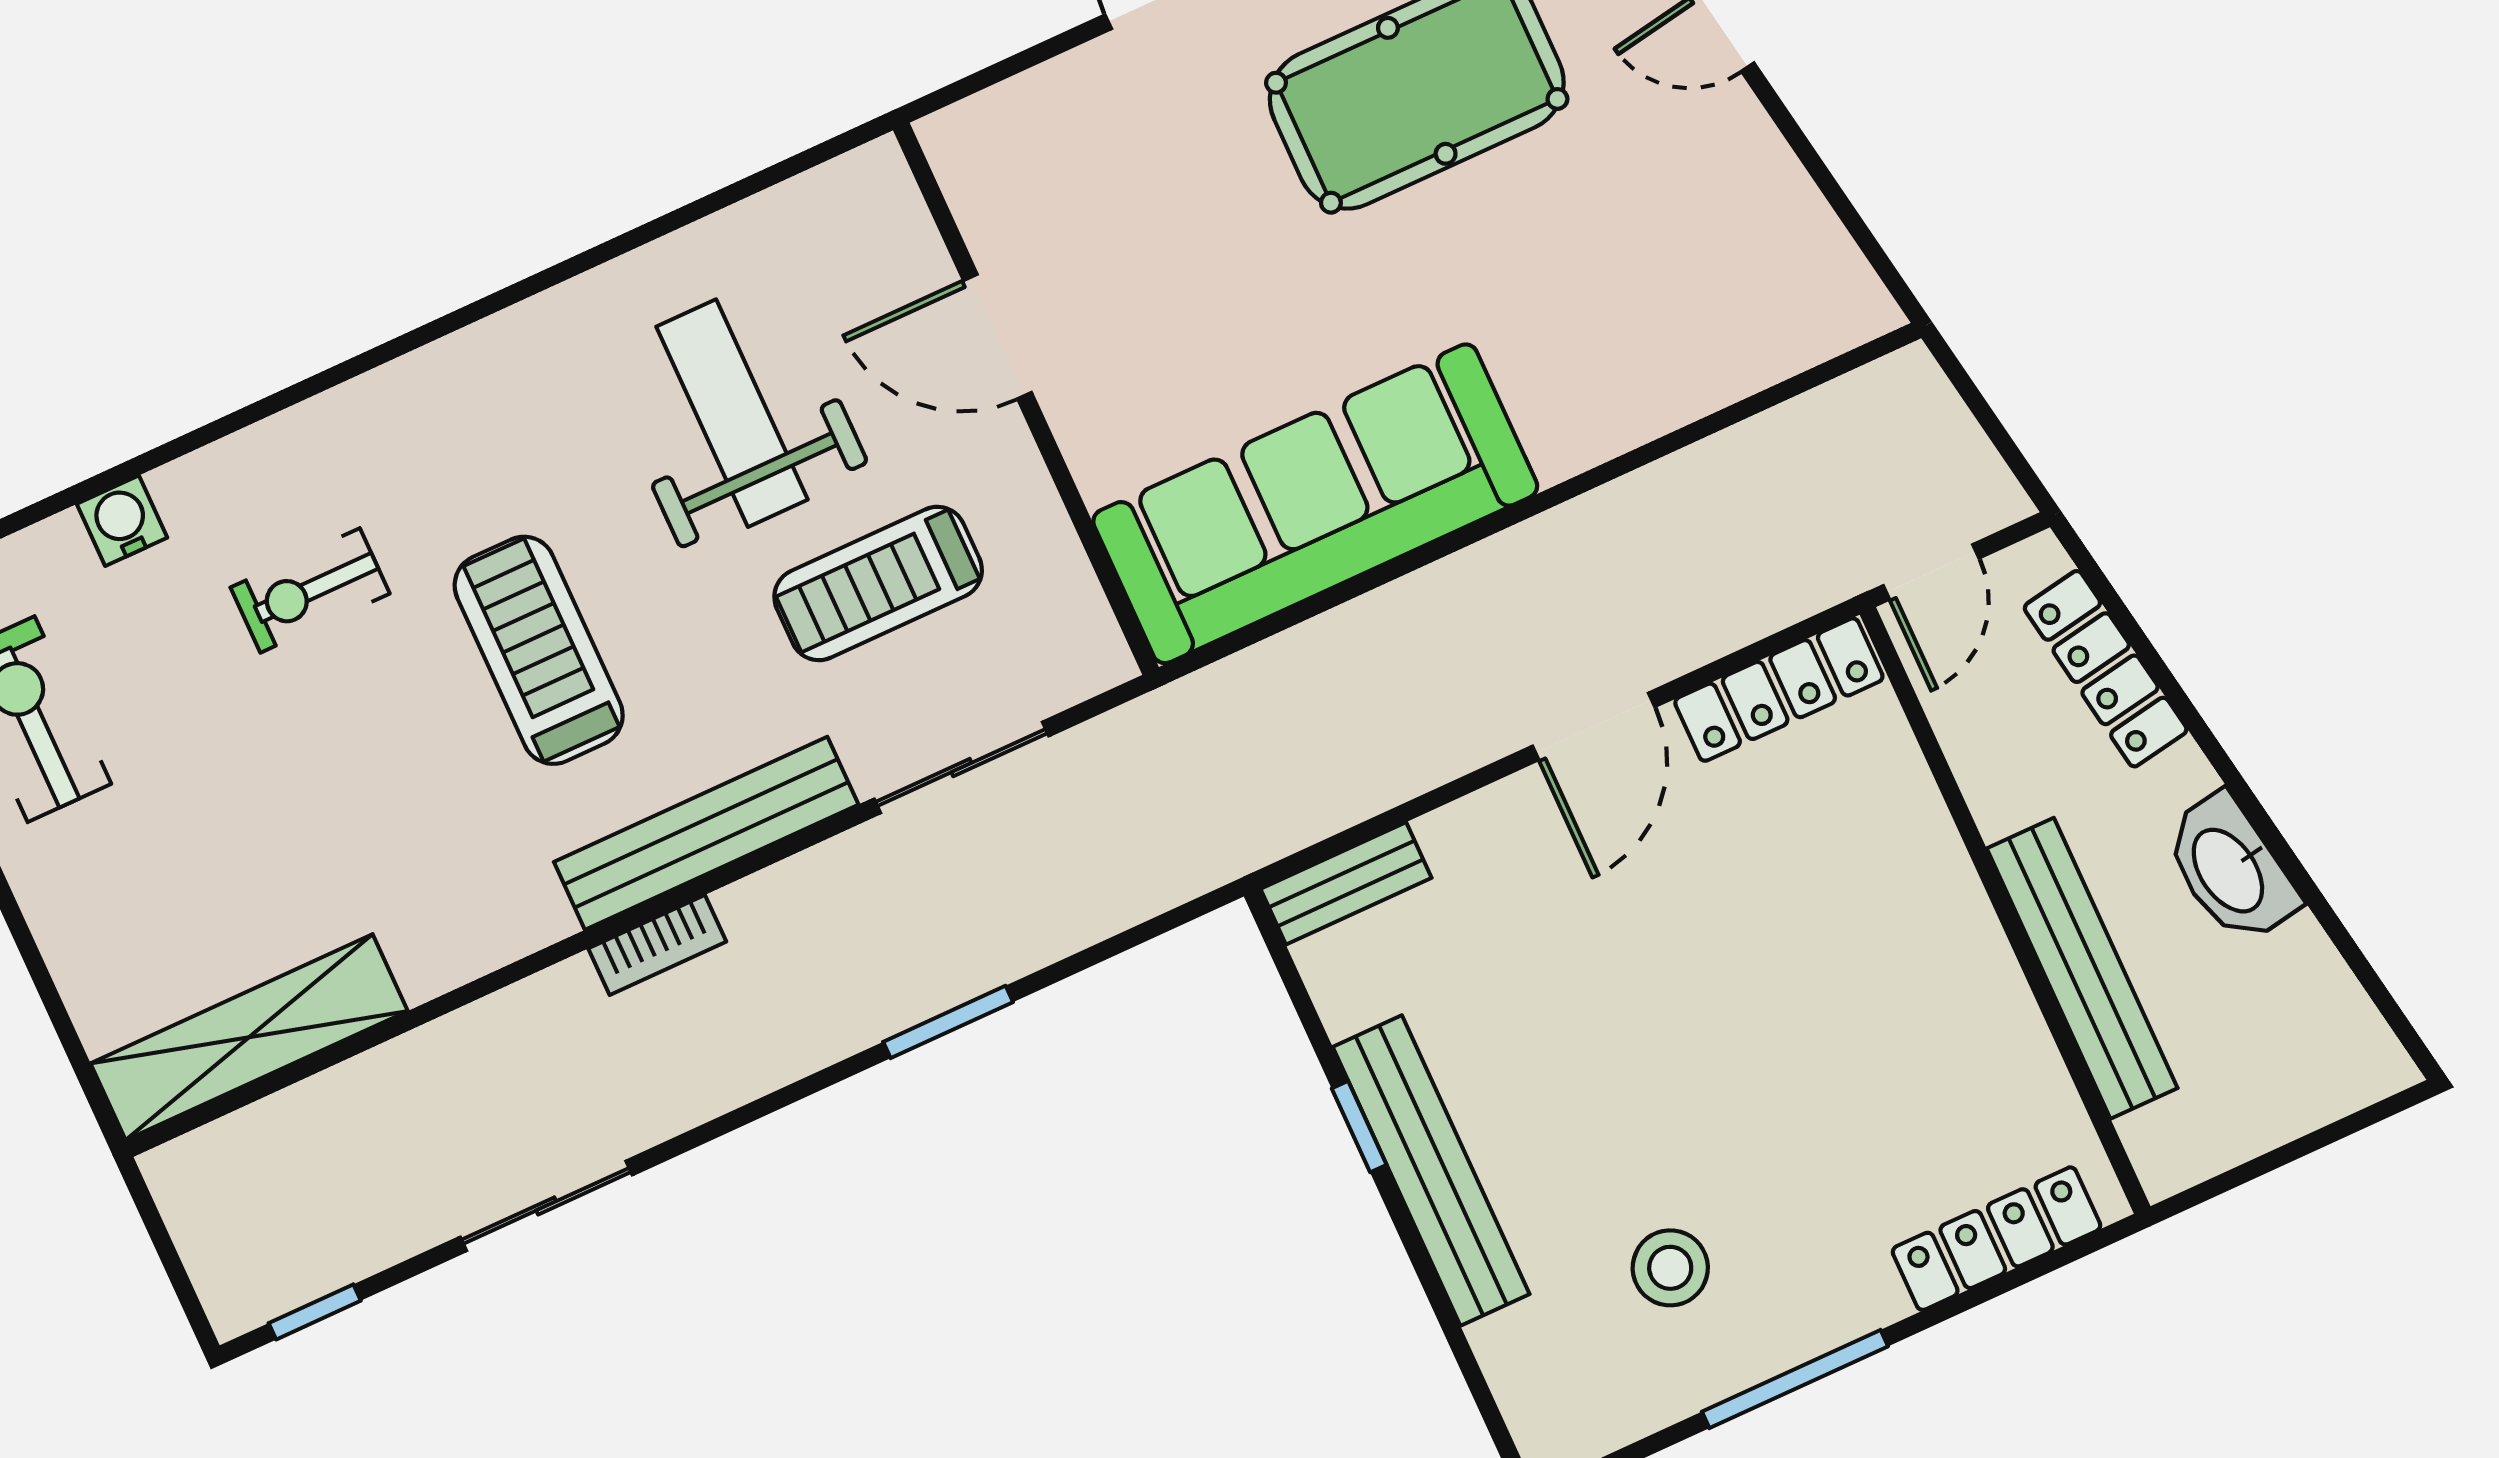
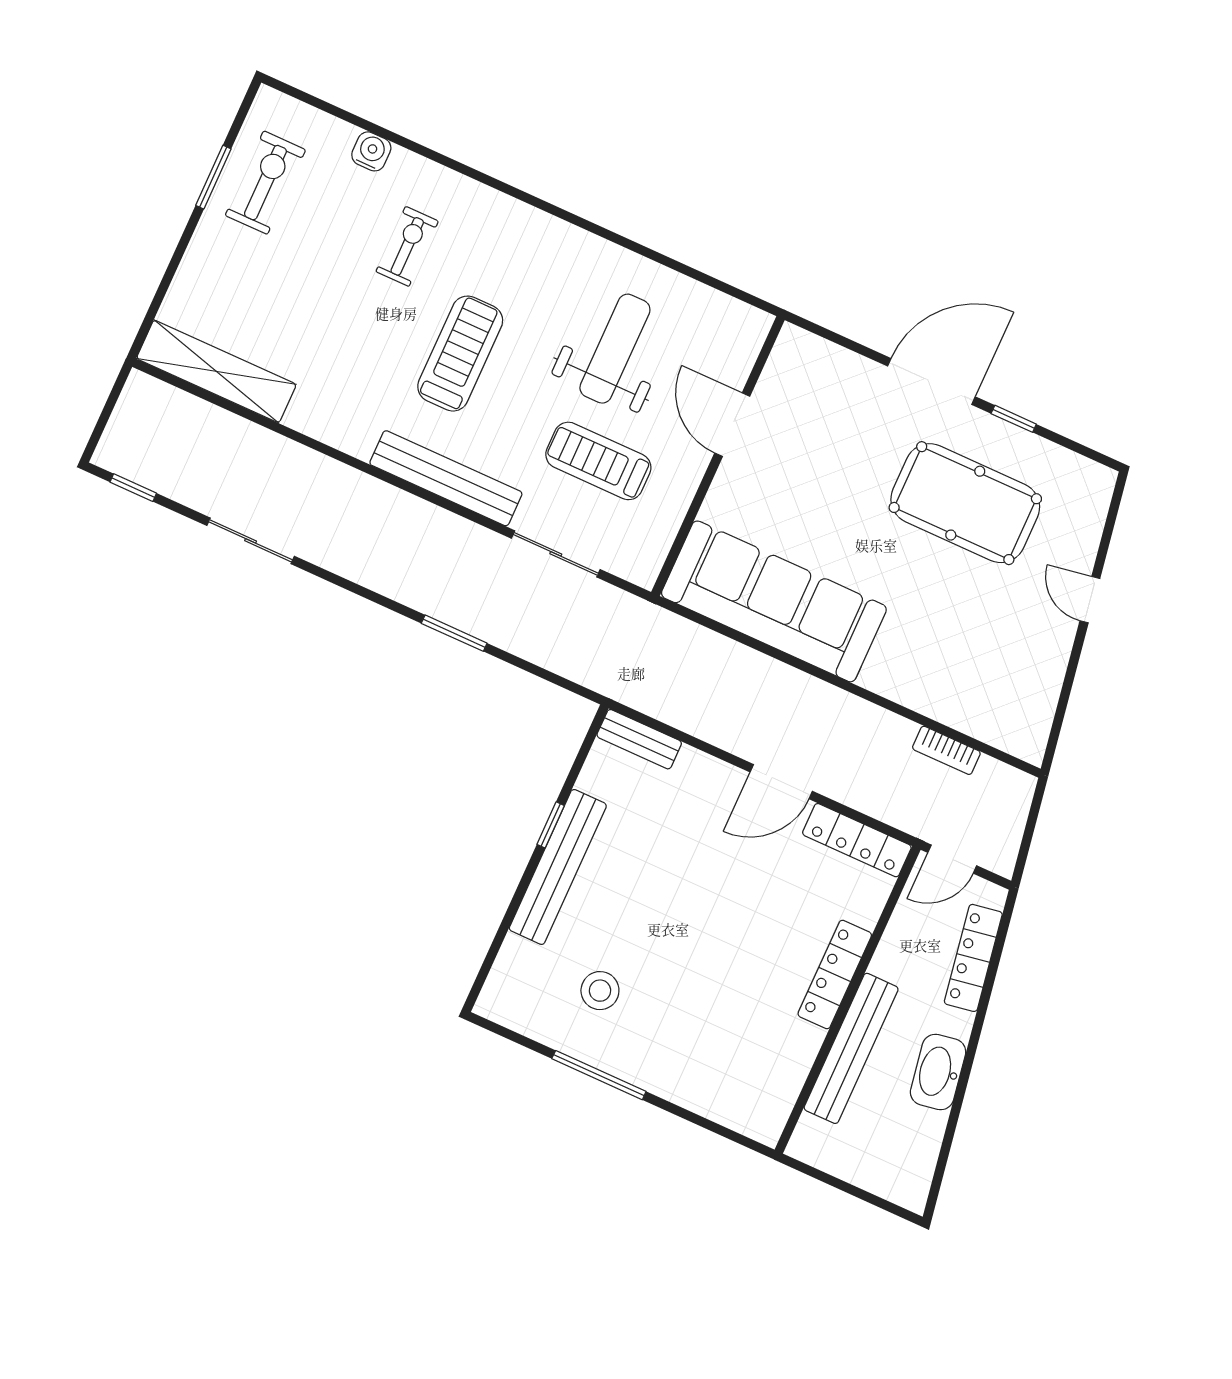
exercise bike: (310, 590) -> (407, 246), turned 90
bookcase: (657, 945) -> (946, 750), moved
locker: (1997, 1239) -> (835, 974), moved, turned -90

